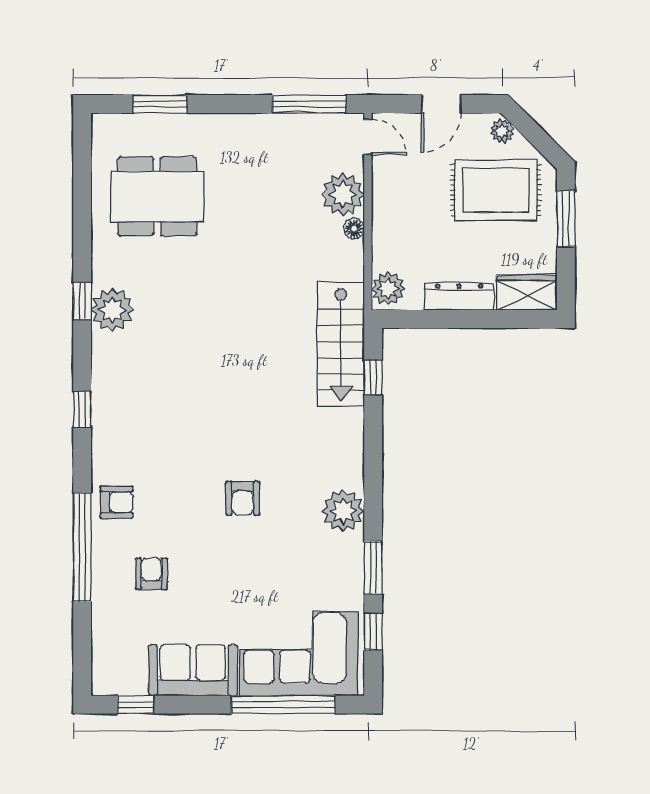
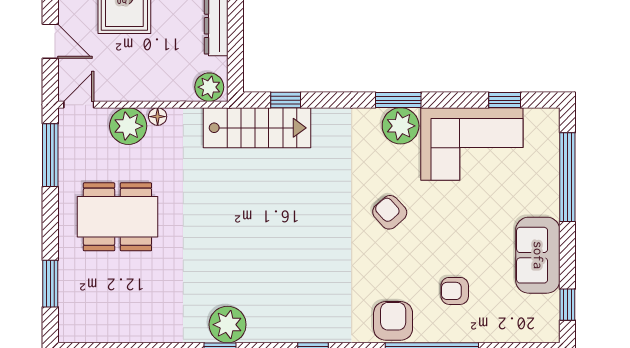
dining table: (157, 196) -> (117, 217), moved, turned 90
armchair: (243, 498) -> (390, 212), turned -132
armchair: (117, 502) -> (393, 321), width x1.38, depth x1.38
window: (373, 568) -> (398, 100), moved
corner sofa: (299, 654) -> (472, 144), moved, turned -90

